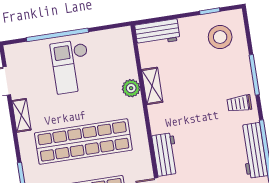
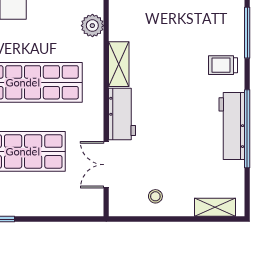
shelving: (152, 86) -> (119, 64), moved

